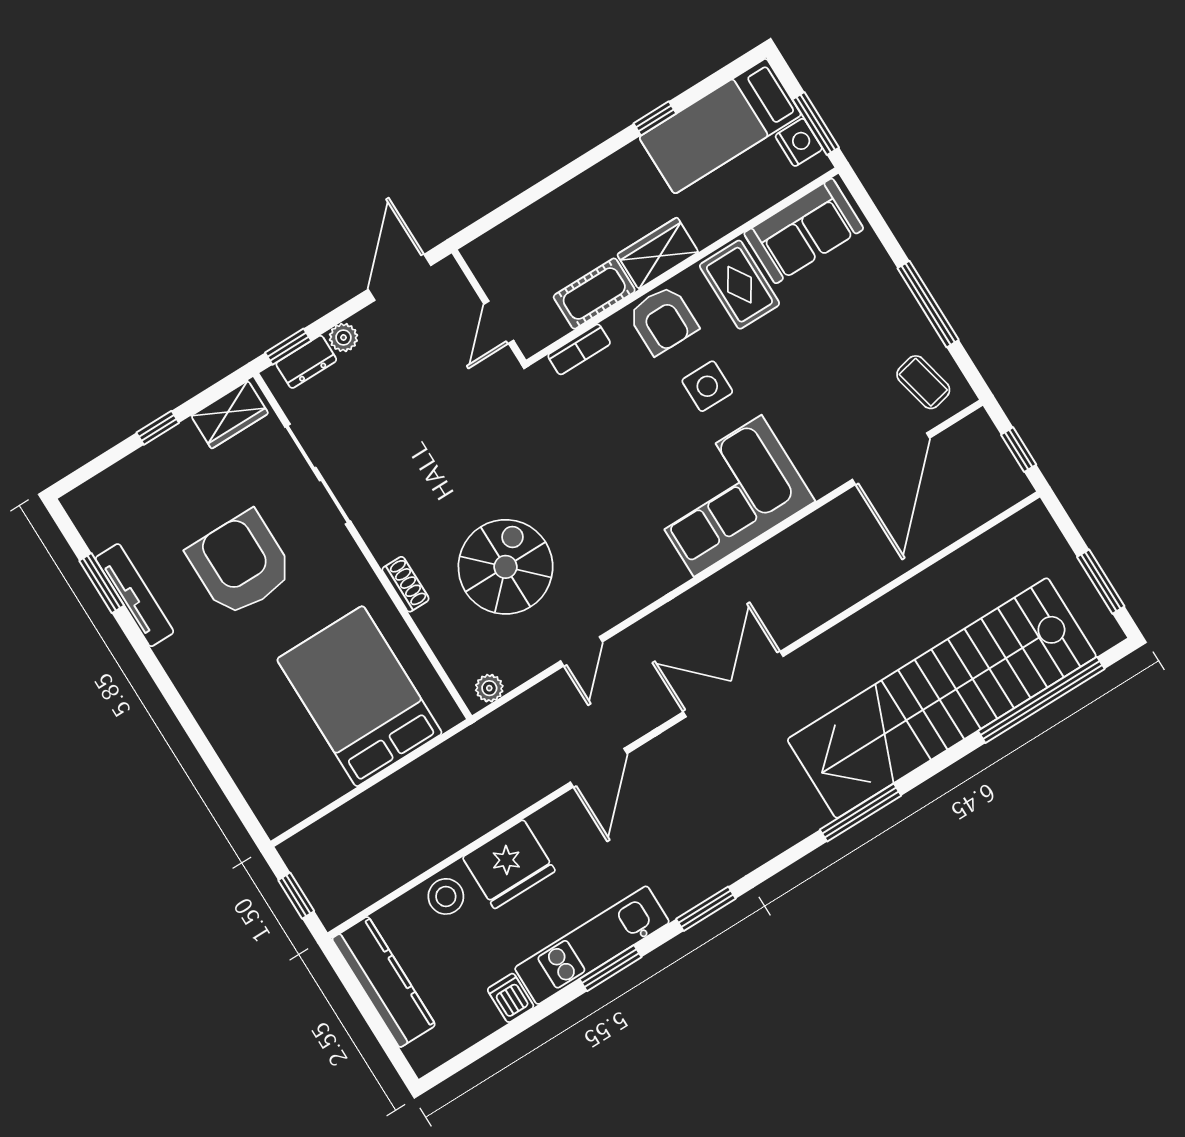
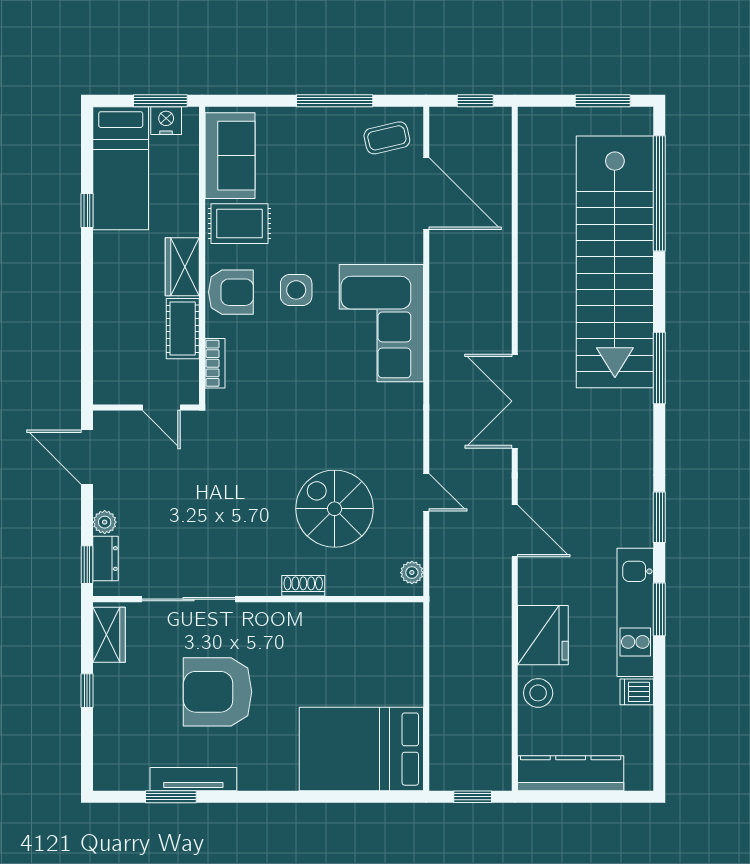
bed: (360, 696) -> (361, 749), moved

